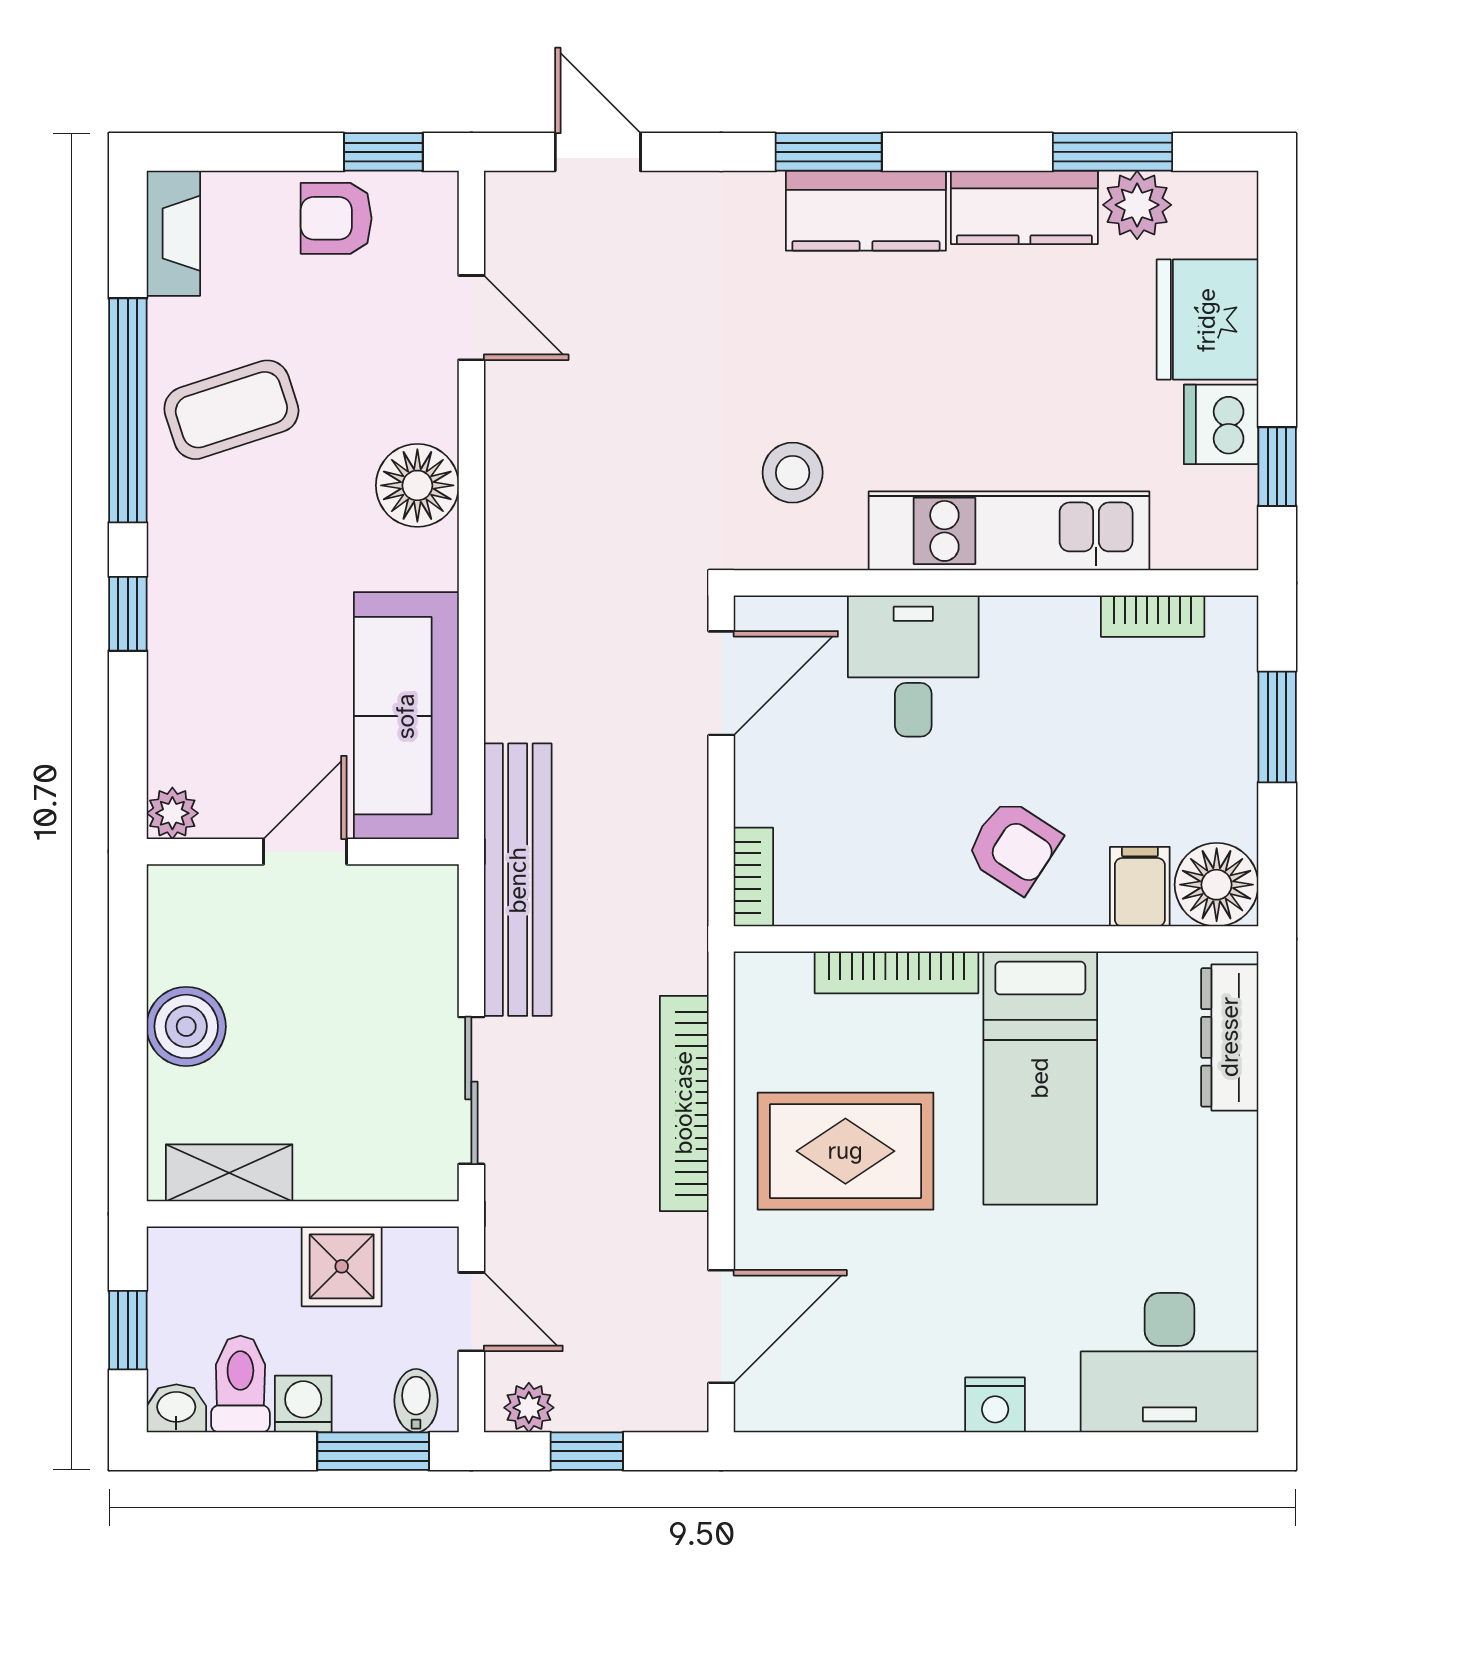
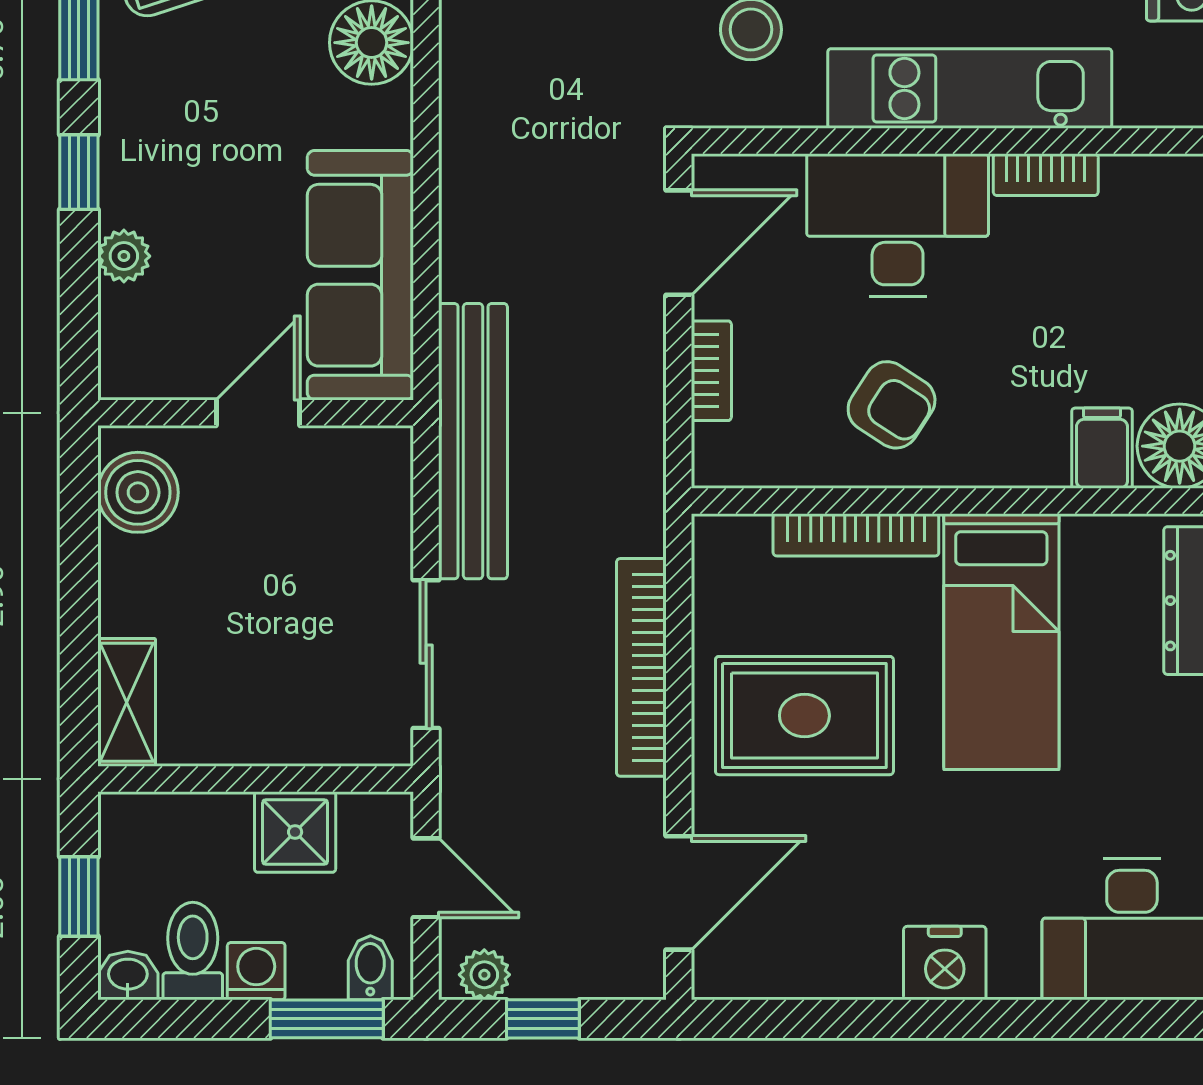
bookcase: (1153, 616) -> (1046, 175), moved
desk: (913, 666) -> (898, 225), width x1.37
plant: (172, 813) -> (124, 256), moved
armchair: (1013, 846) -> (892, 405), moved
bookcase: (753, 877) -> (711, 371), moved
boiler: (186, 1026) -> (138, 492), moved
shelving: (229, 1173) -> (127, 702), moved, turned 90
nightstand: (995, 1405) -> (945, 963), width x1.36, depth x1.33

